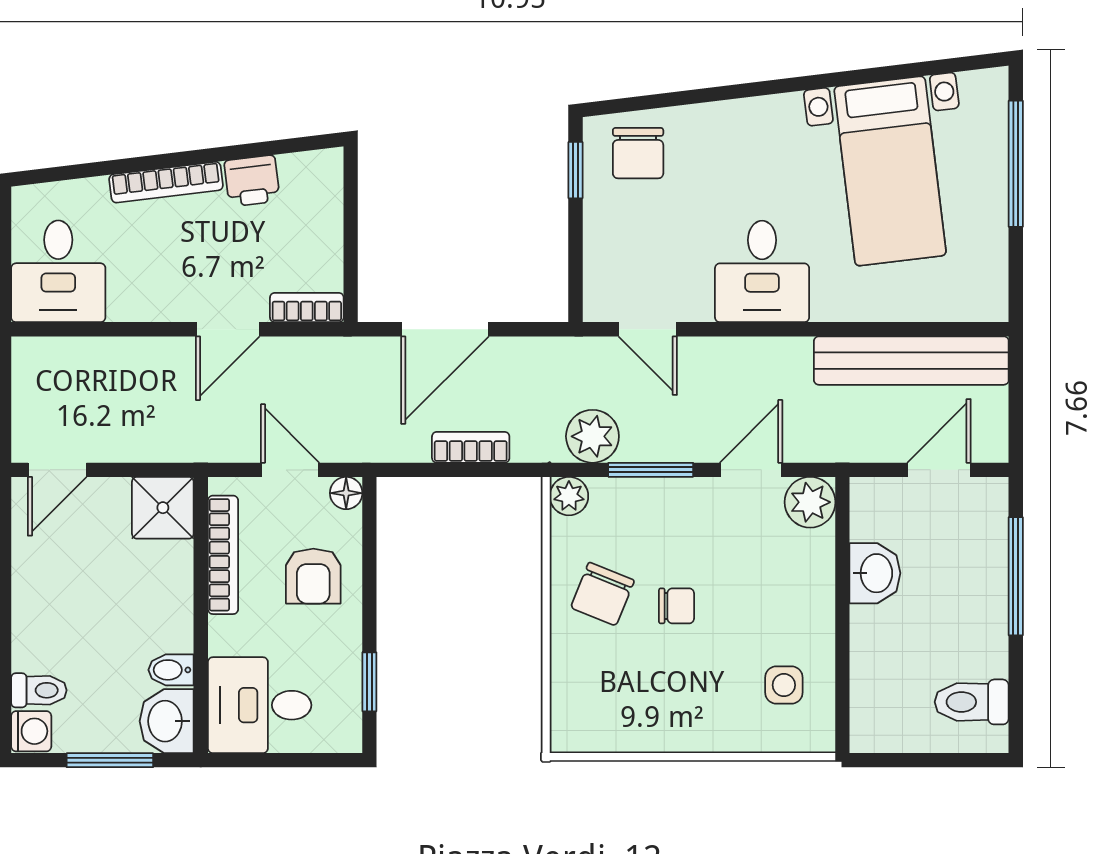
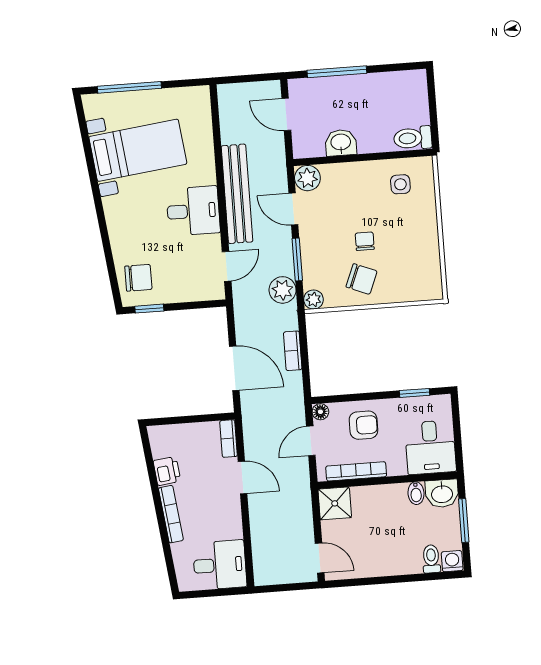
bench: (911, 361) -> (237, 194), moved
toilet: (972, 702) -> (413, 138), moved, turned 90

